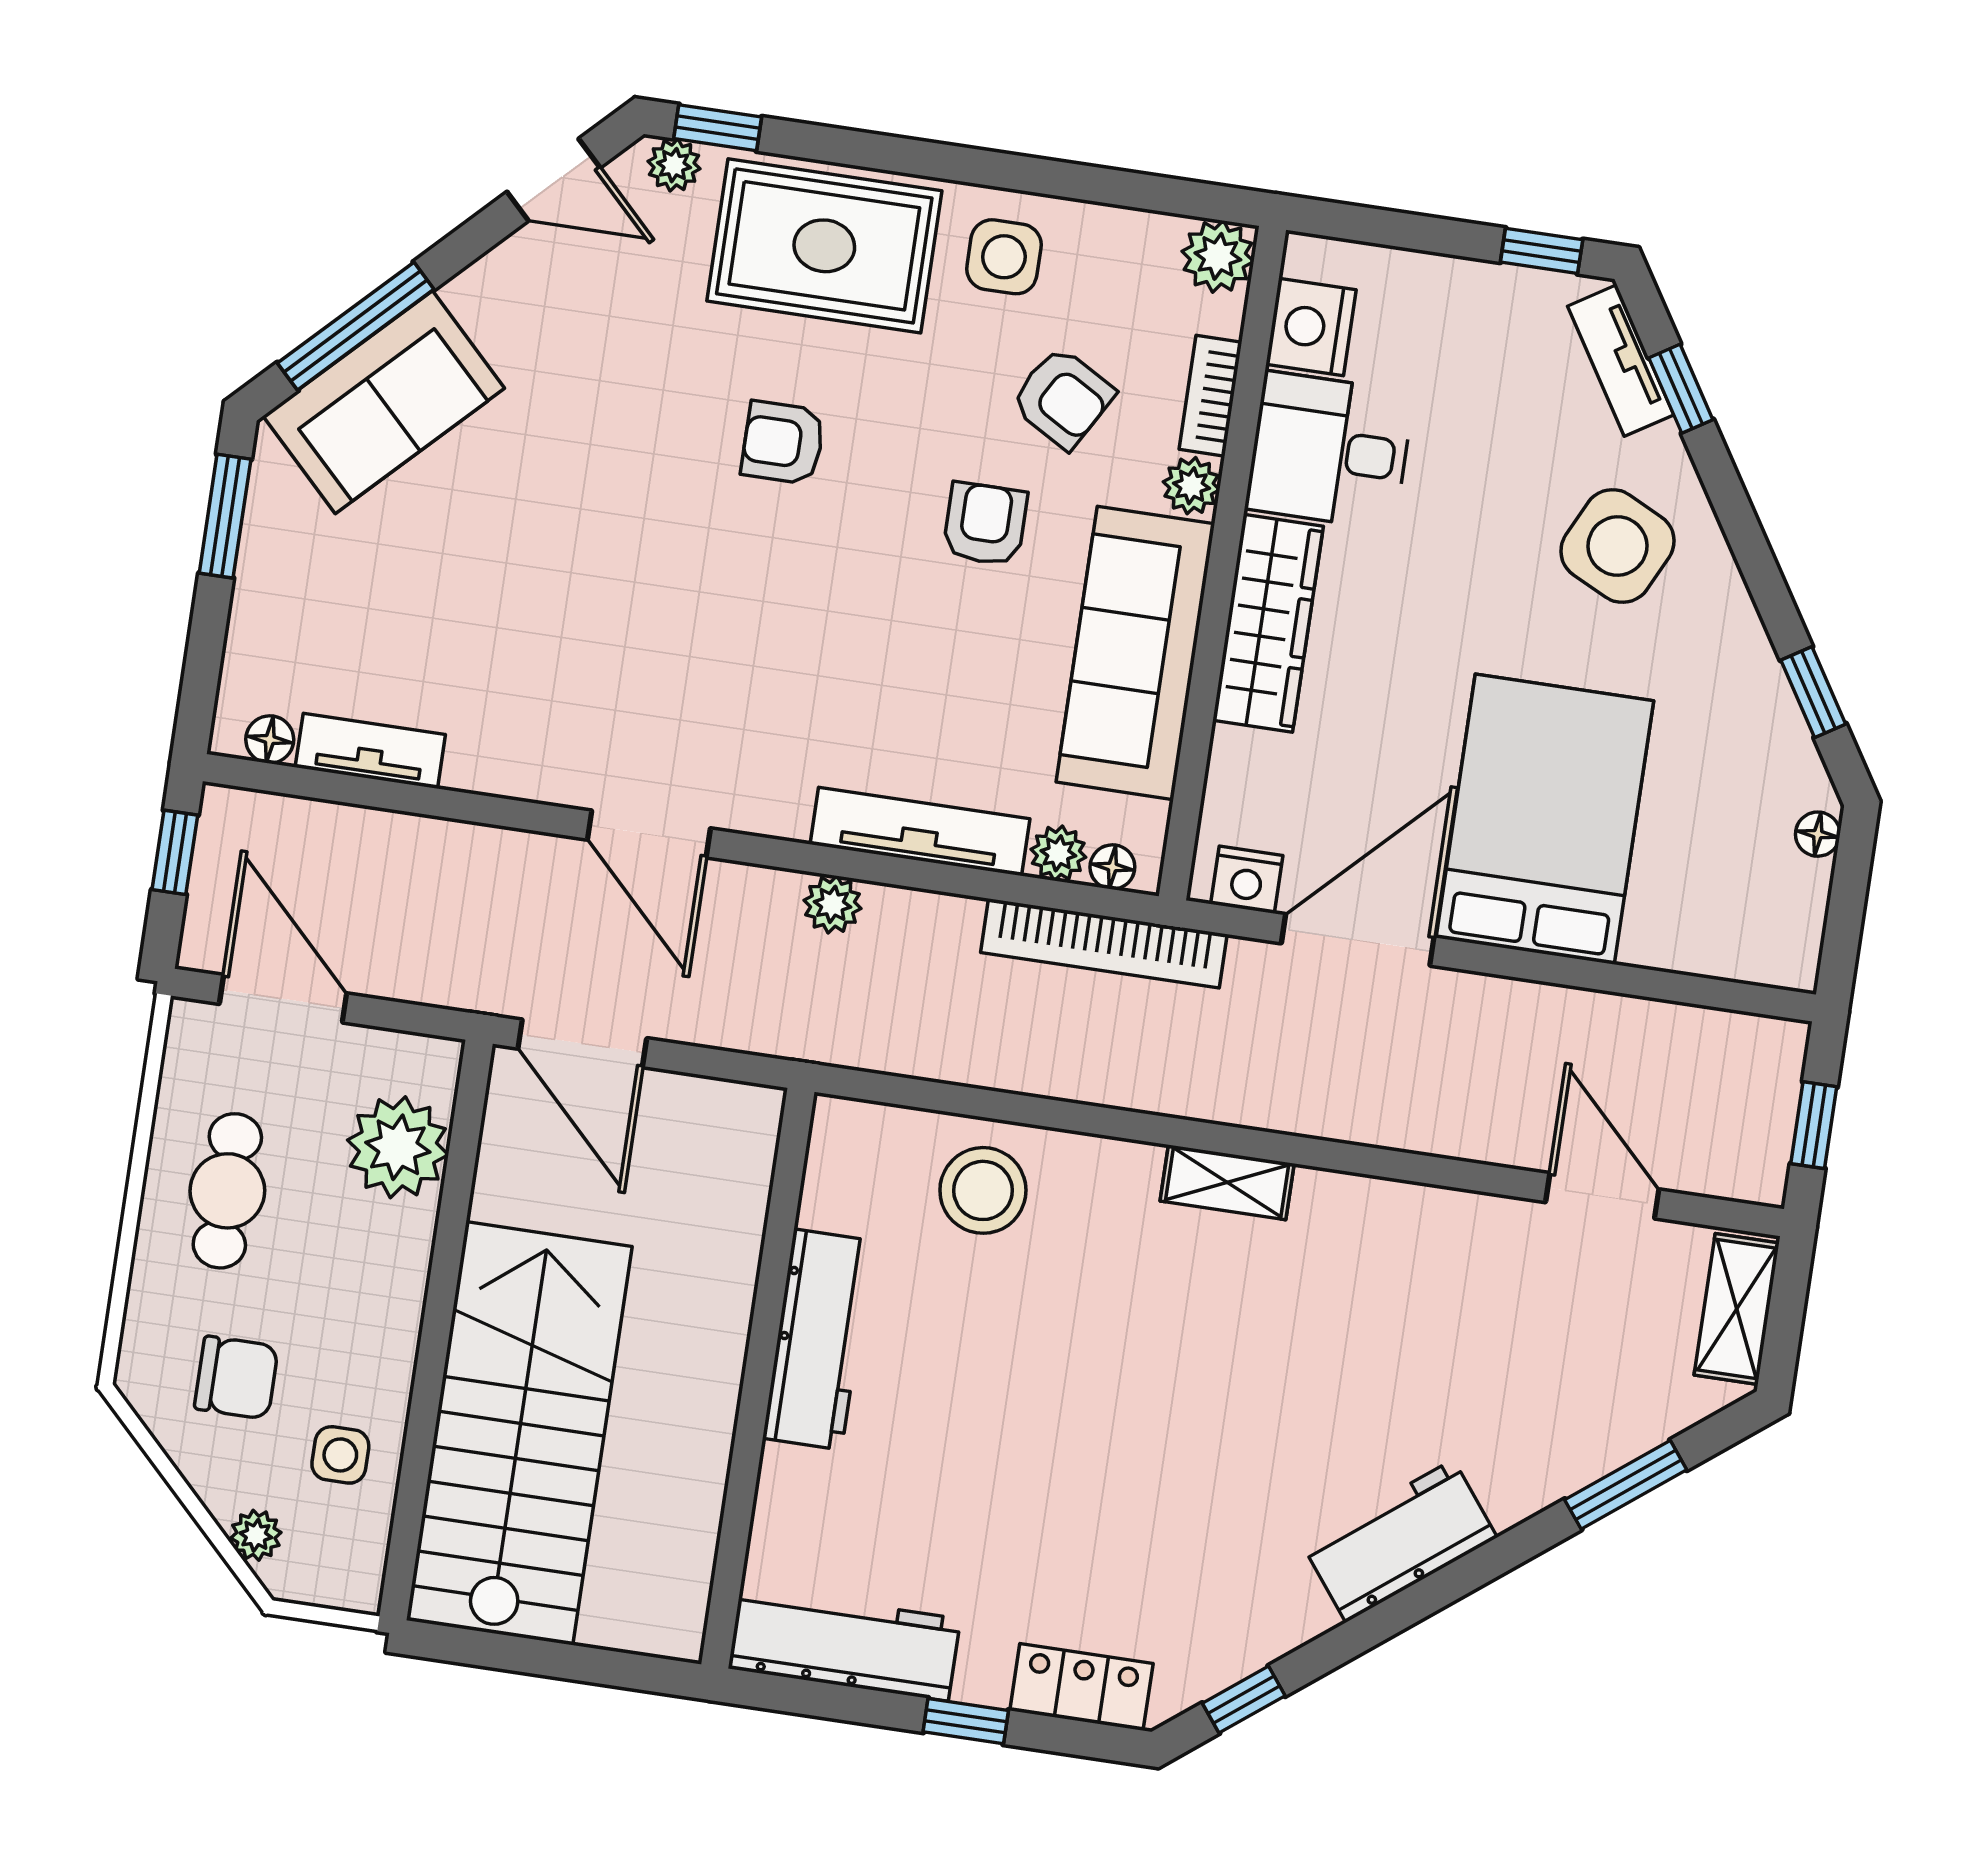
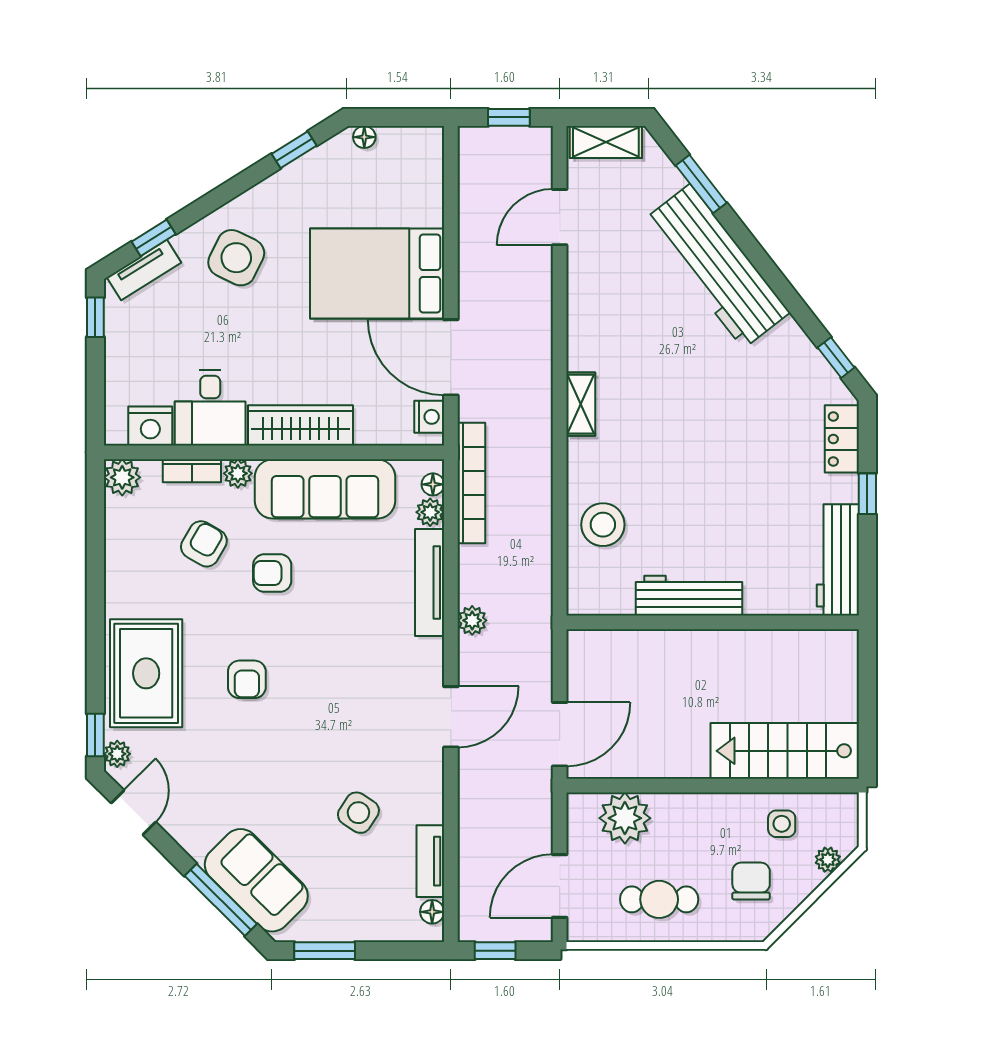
side table: (1004, 257) -> (358, 813), moved, turned 33
stairs: (519, 1433) -> (785, 751), width x0.73, depth x0.66
workbench: (1400, 1541) -> (717, 266), width x1.88, depth x1.32

